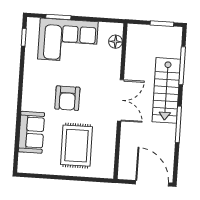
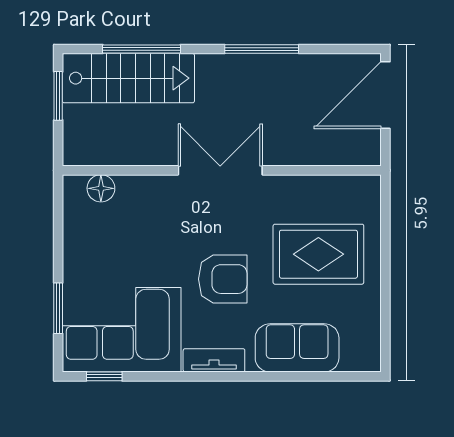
corner sofa: (68, 40) -> (122, 330), moved, turned -90
stairs: (166, 90) -> (128, 78), moved
tv unit: (28, 91) -> (214, 360), added

